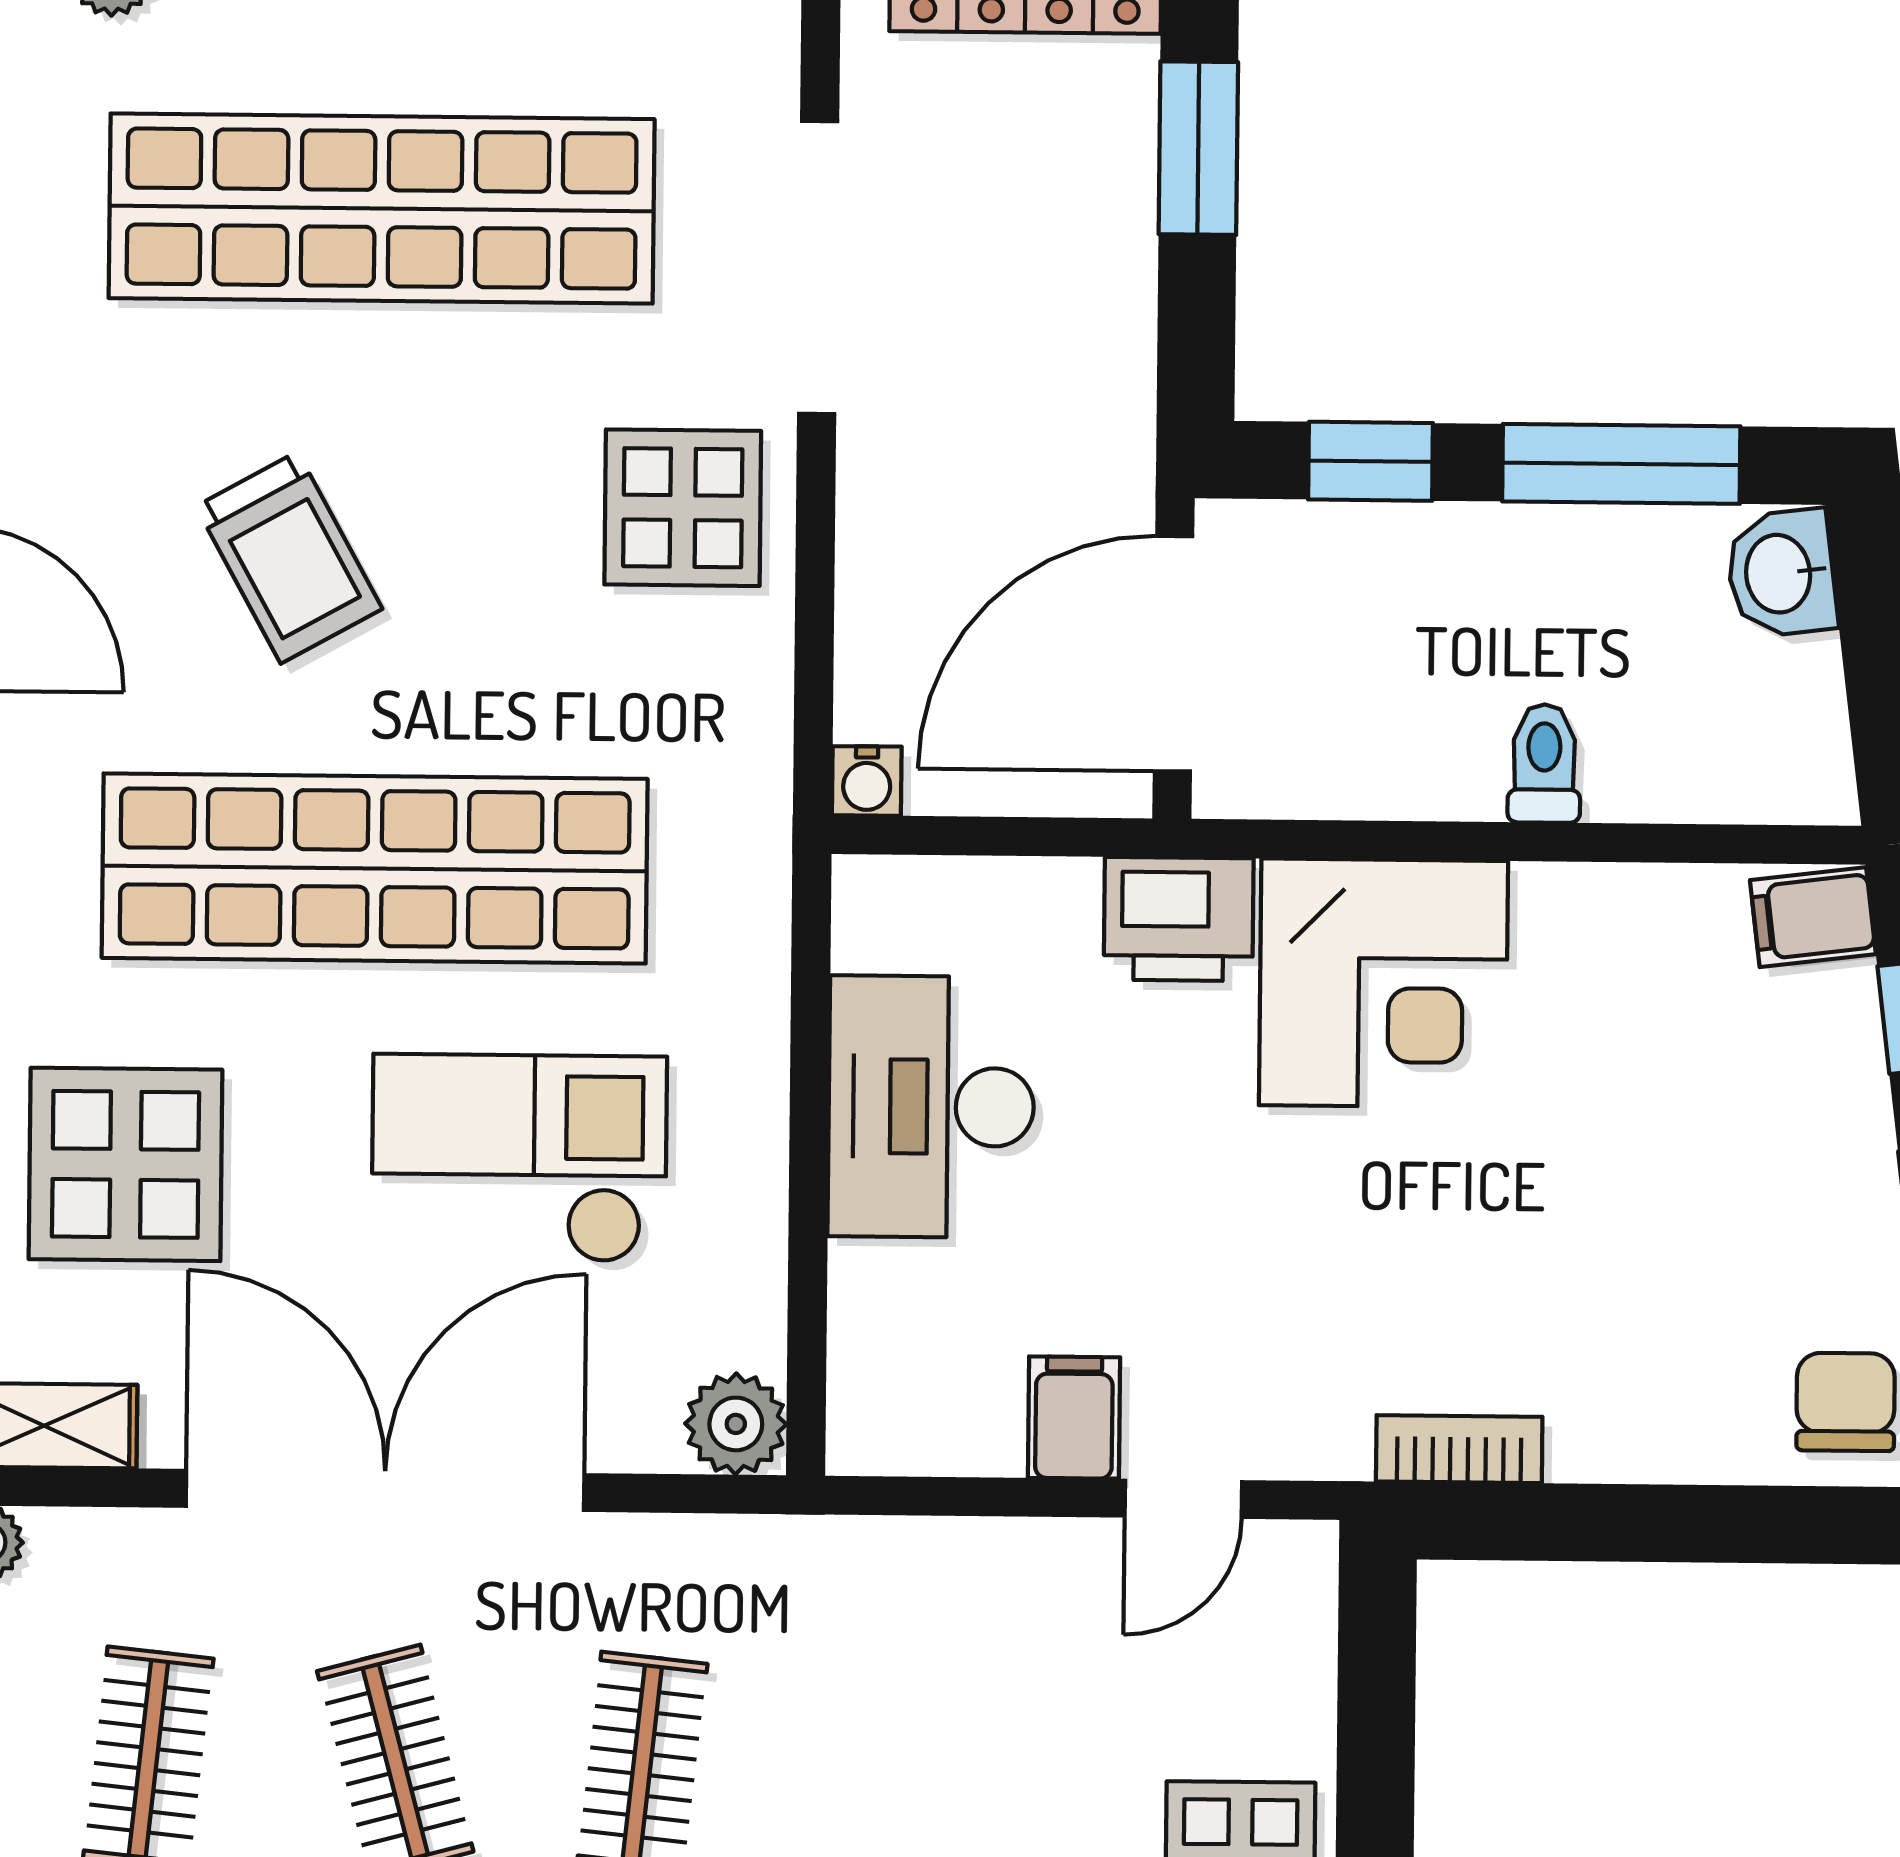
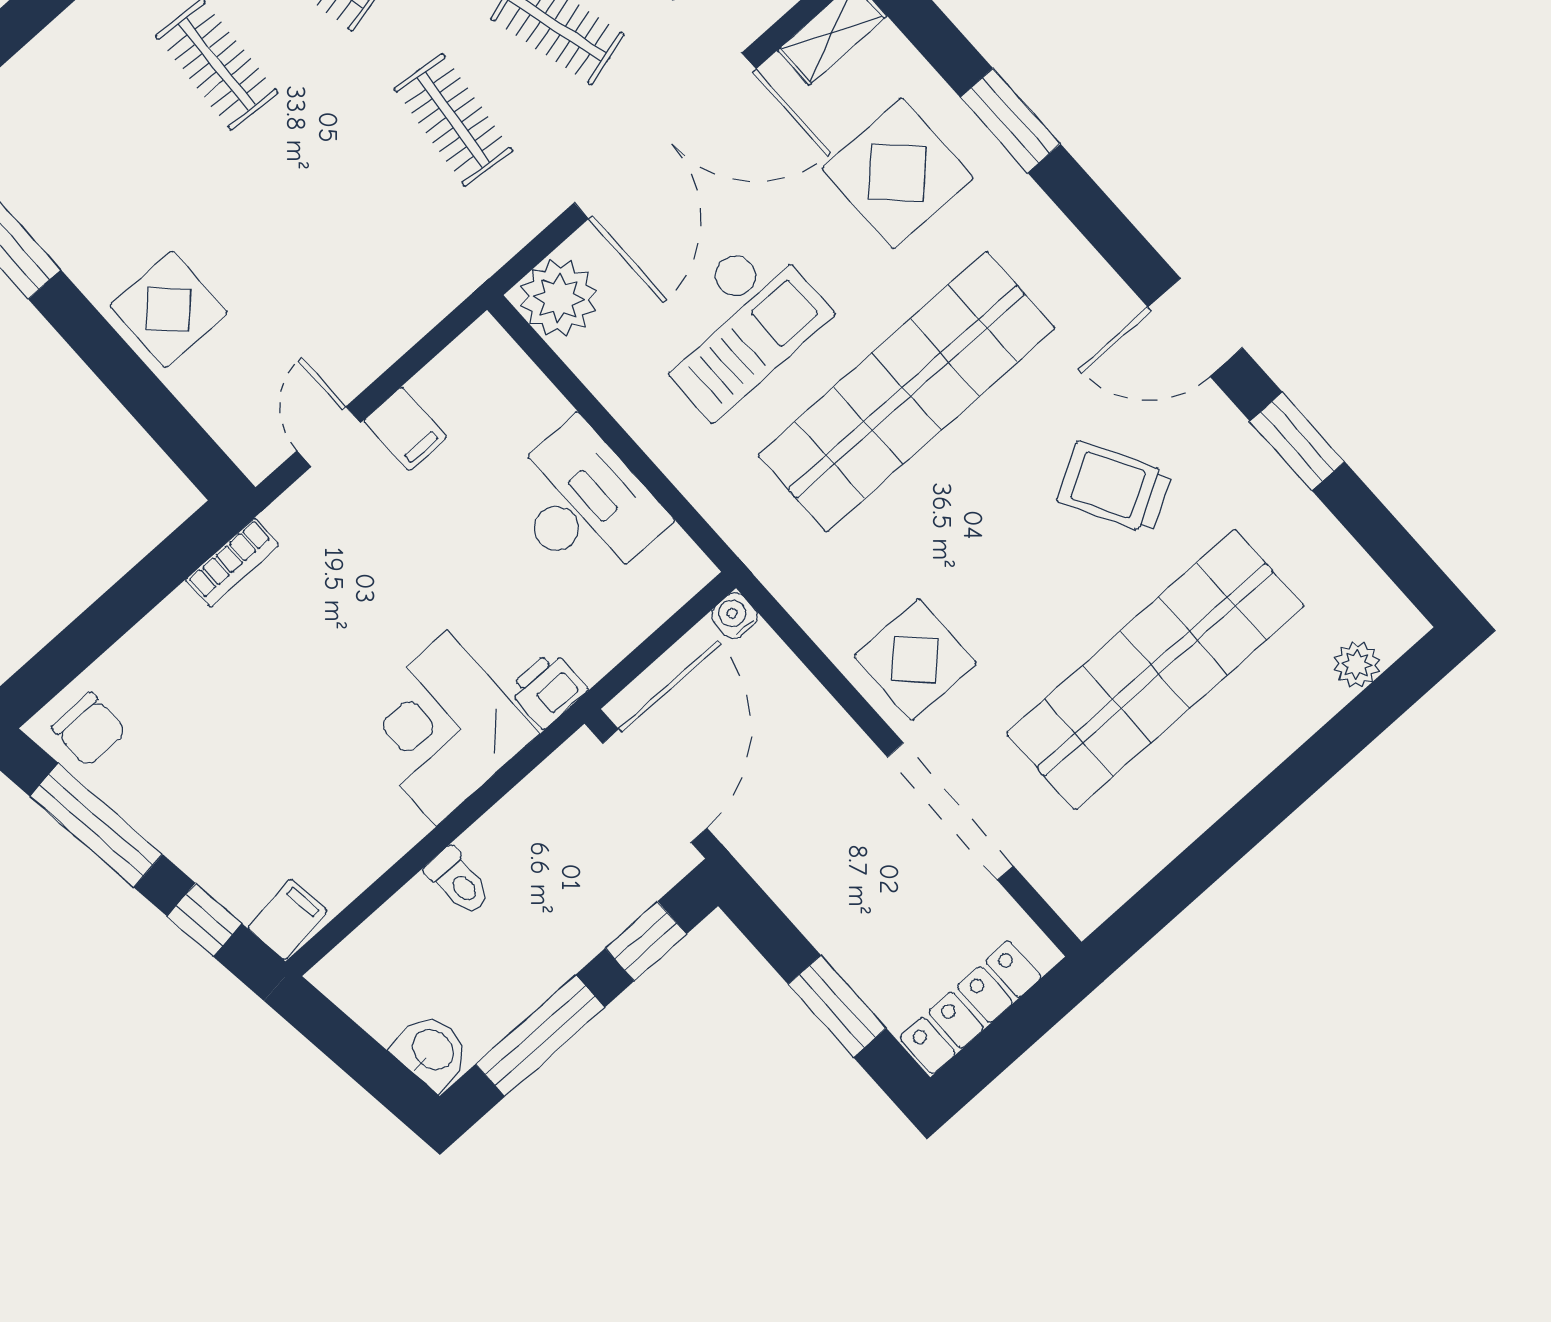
trolley: (289, 558) -> (1115, 487), moved
printer: (1179, 919) -> (548, 689), width x0.73, depth x0.81
plant: (736, 1424) -> (559, 298), width x1.36, depth x1.36

